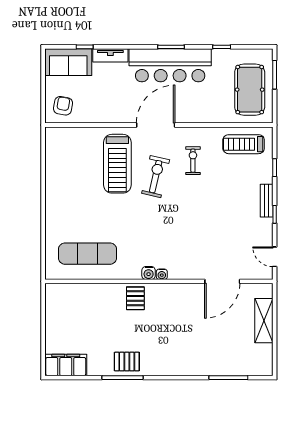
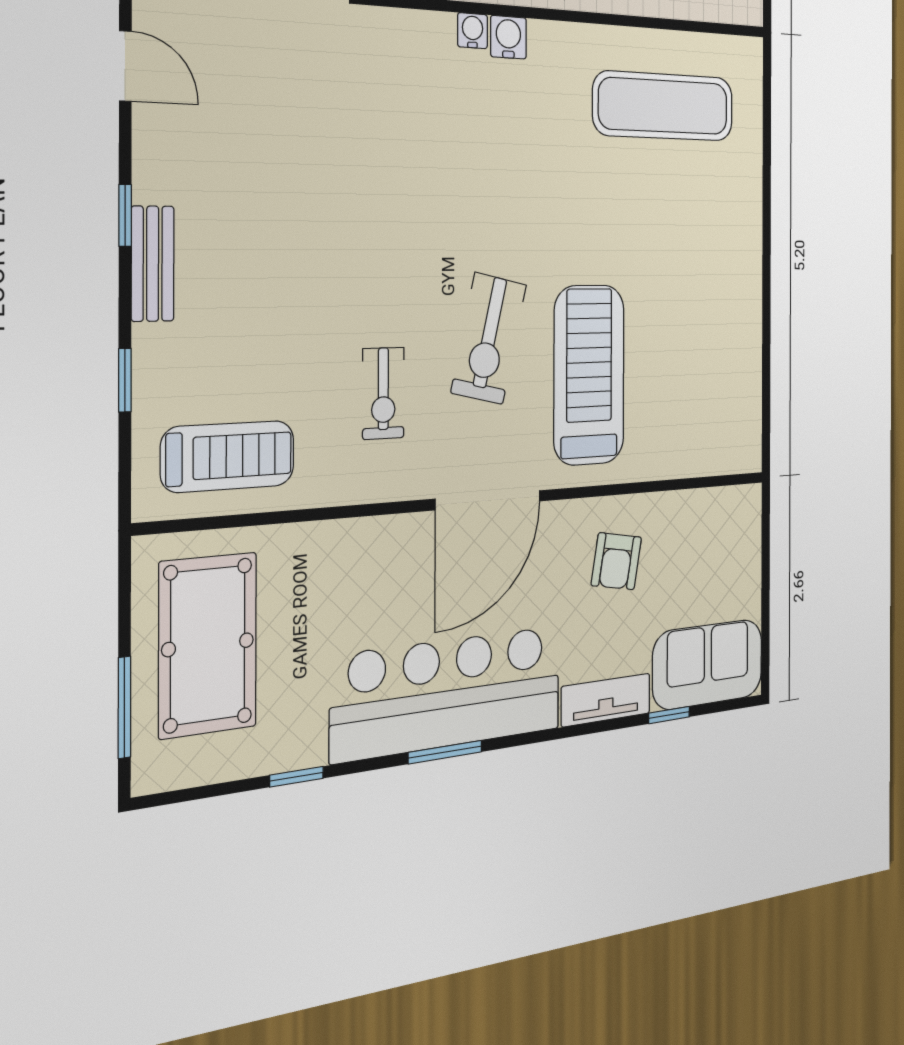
armchair: (63, 106) -> (616, 561), moved

